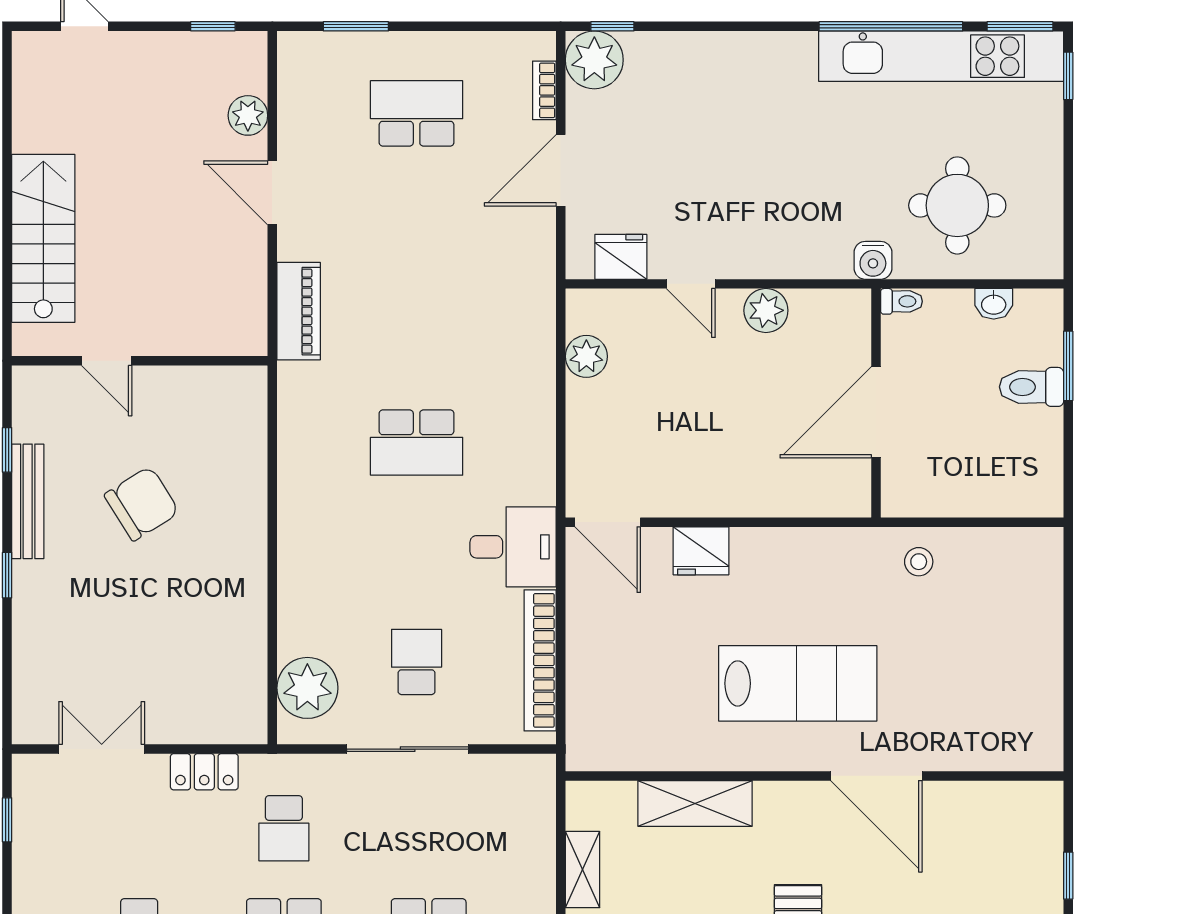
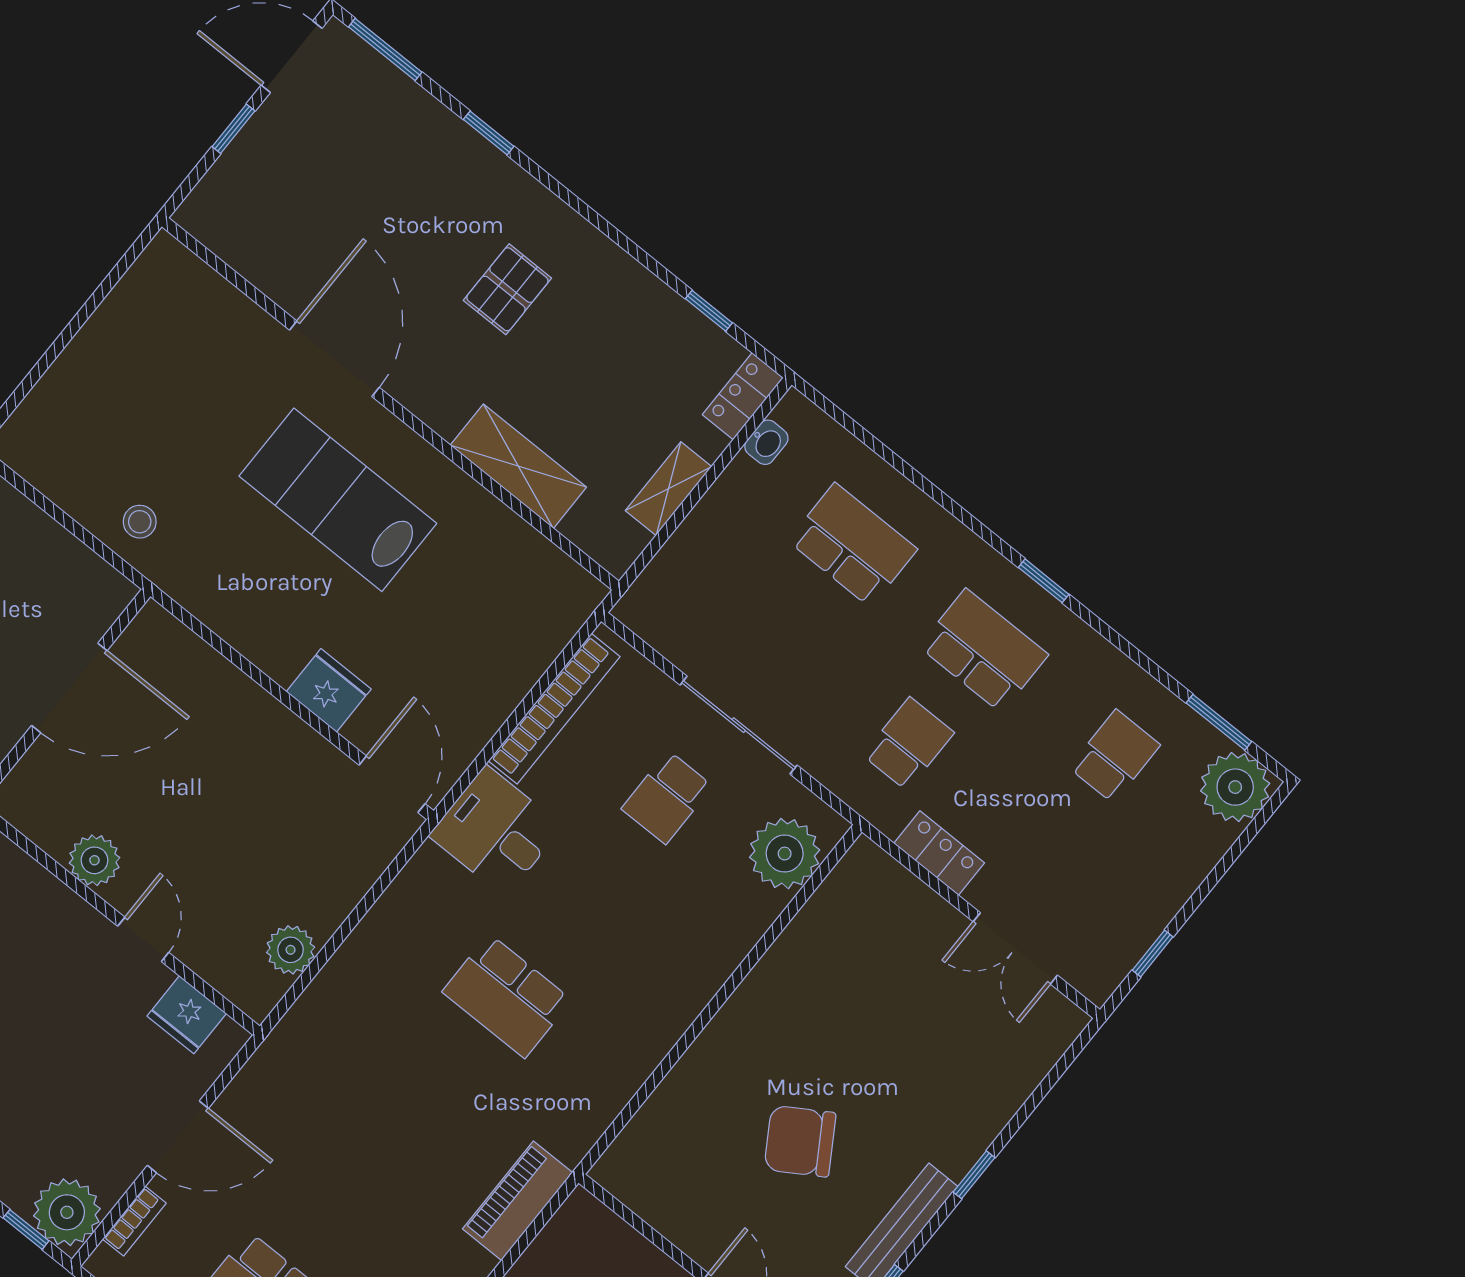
school desk: (417, 443) -> (507, 996), turned 180

